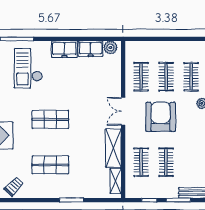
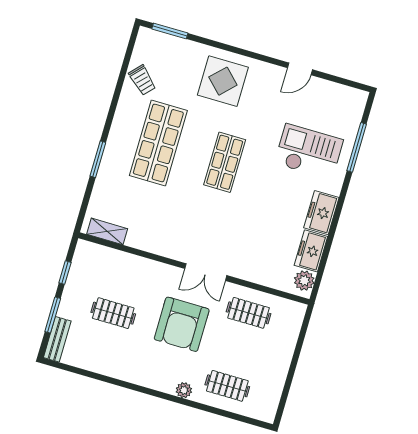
clothes rail: (166, 77) -> (238, 349), removed
double door: (123, 111) -> (206, 272), swing flipped
armchair: (161, 117) -> (182, 324), turned 90
shelving: (113, 148) -> (156, 242), removed
clothes rail: (141, 162) -> (124, 277), removed
shop shelf: (50, 165) -> (158, 143), width x1.43, depth x1.36

